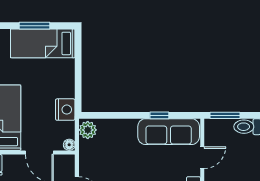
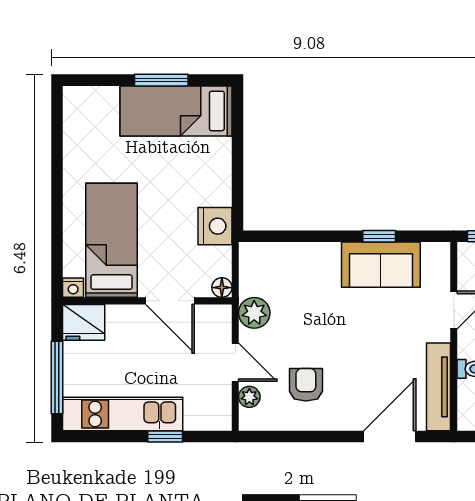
plant: (88, 130) -> (254, 313), moved
sofa: (169, 132) -> (381, 265), width x0.73

